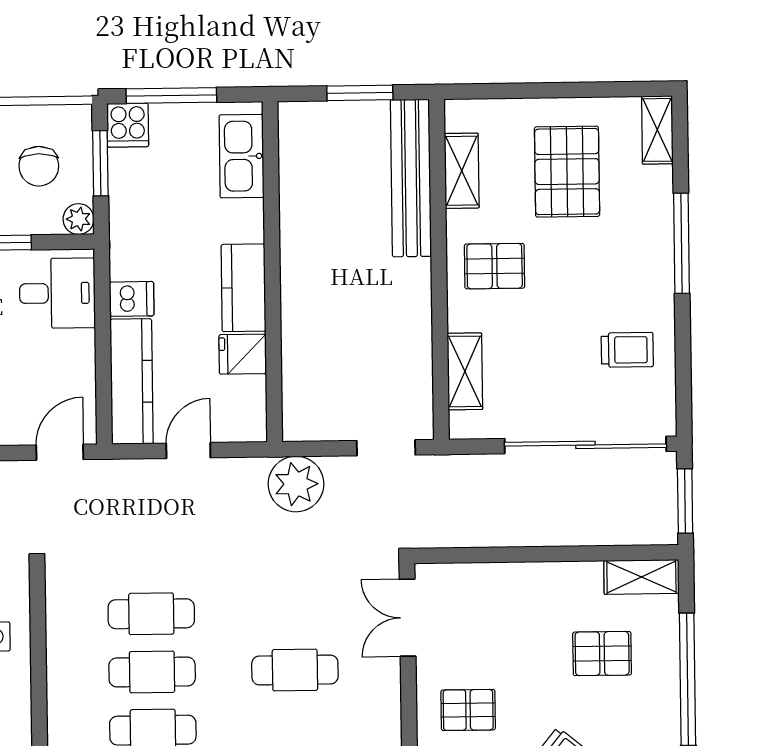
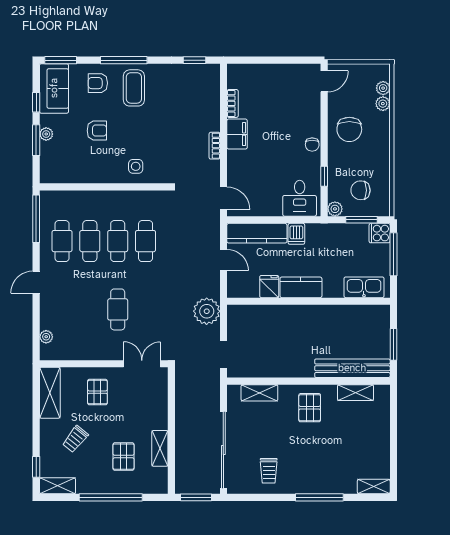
pallet: (567, 172) -> (354, 443), removed
shelving: (641, 577) -> (160, 448), moved

